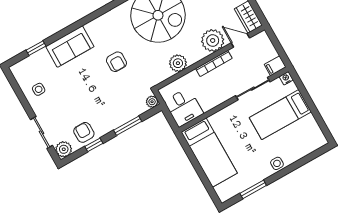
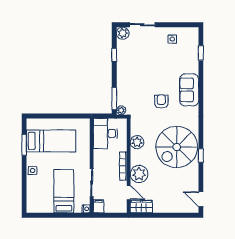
door: (240, 40) -> (129, 193), hinge flipped
sofa: (70, 46) -> (189, 90), moved
armchair: (116, 62) -> (161, 102), turned 90
desk: (184, 107) -> (105, 133), width x1.37
window: (128, 126) -> (114, 99), moved
armchair: (84, 132) -> (126, 53), removed
bed: (209, 153) -> (51, 141), moved, turned 180

